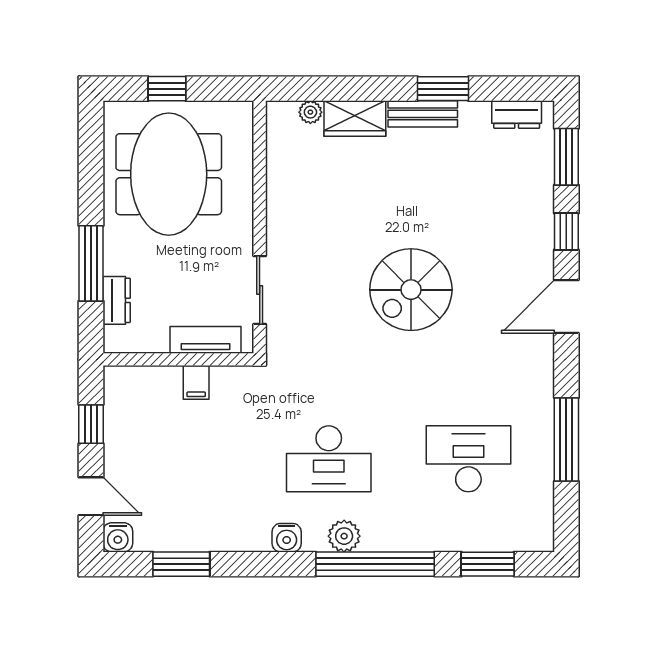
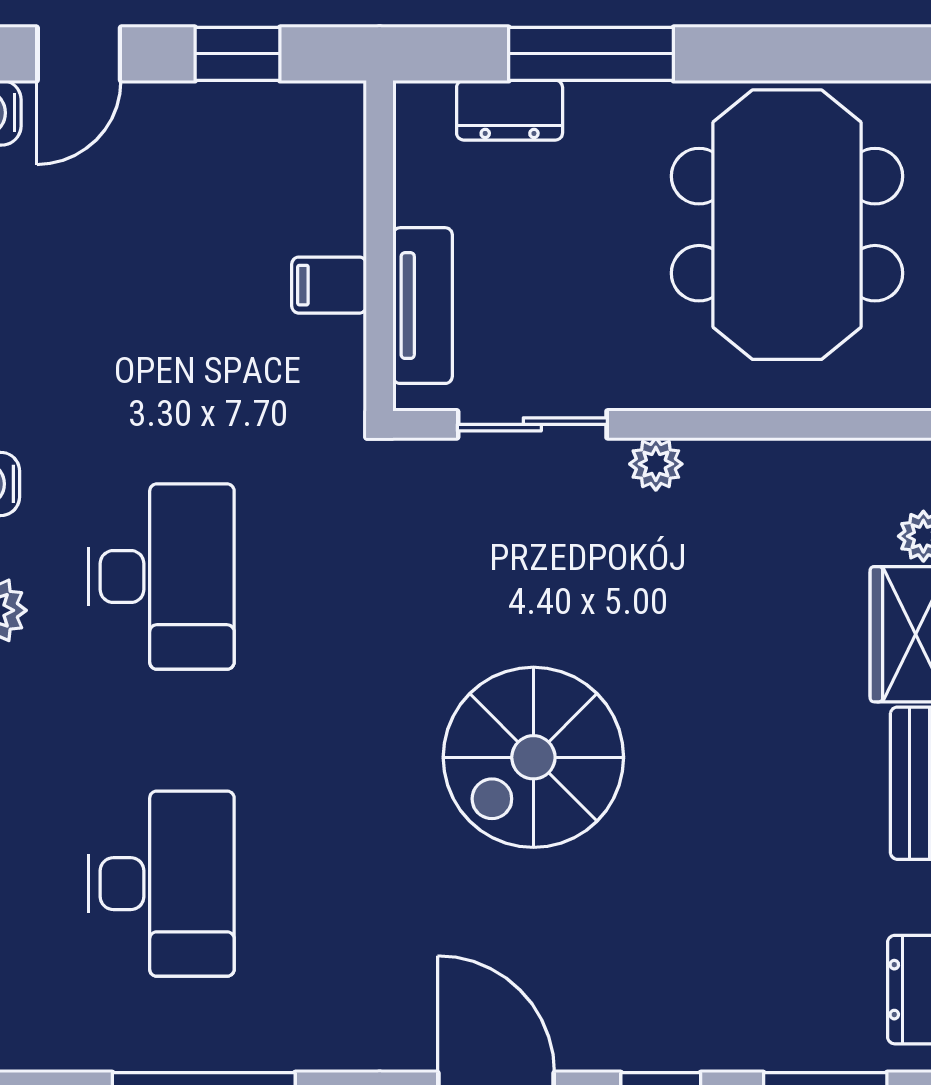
meeting table: (169, 174) -> (787, 225), turned 90
plant: (278, 234) -> (656, 464), added
spiral stairs: (411, 290) -> (533, 757), turned -90
desk: (329, 459) -> (161, 577), turned 180

